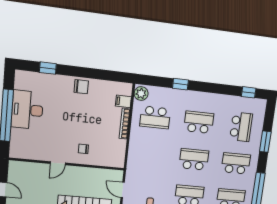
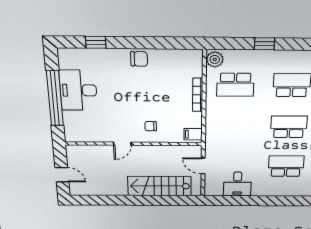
filing cabinet: (123, 101) -> (193, 134), moved

